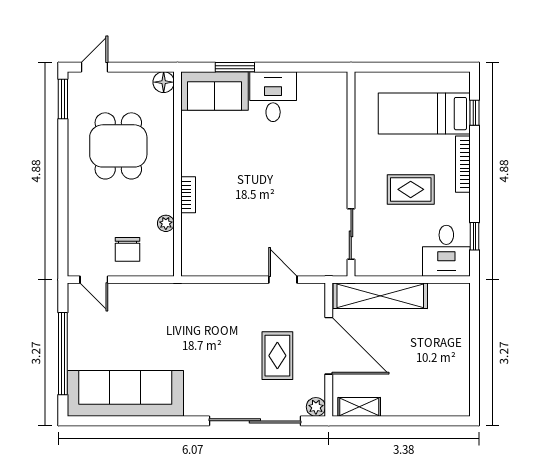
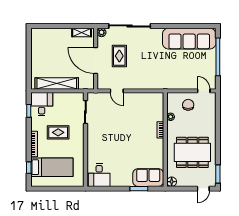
desk: (273, 97) -> (99, 175), moved
dining table: (118, 146) -> (192, 152), width x1.38
shelving: (380, 296) -> (57, 83), moved

